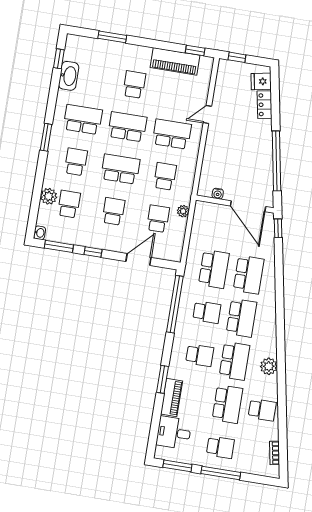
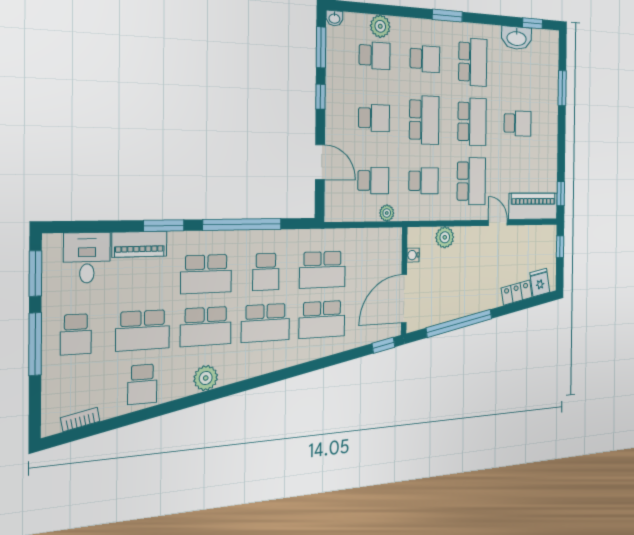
piano: (175, 61) -> (533, 206), moved, turned 90
plant: (210, 164) -> (445, 237), added
window: (175, 304) -> (242, 224), moved
school desk: (200, 355) -> (206, 274), width x1.85

